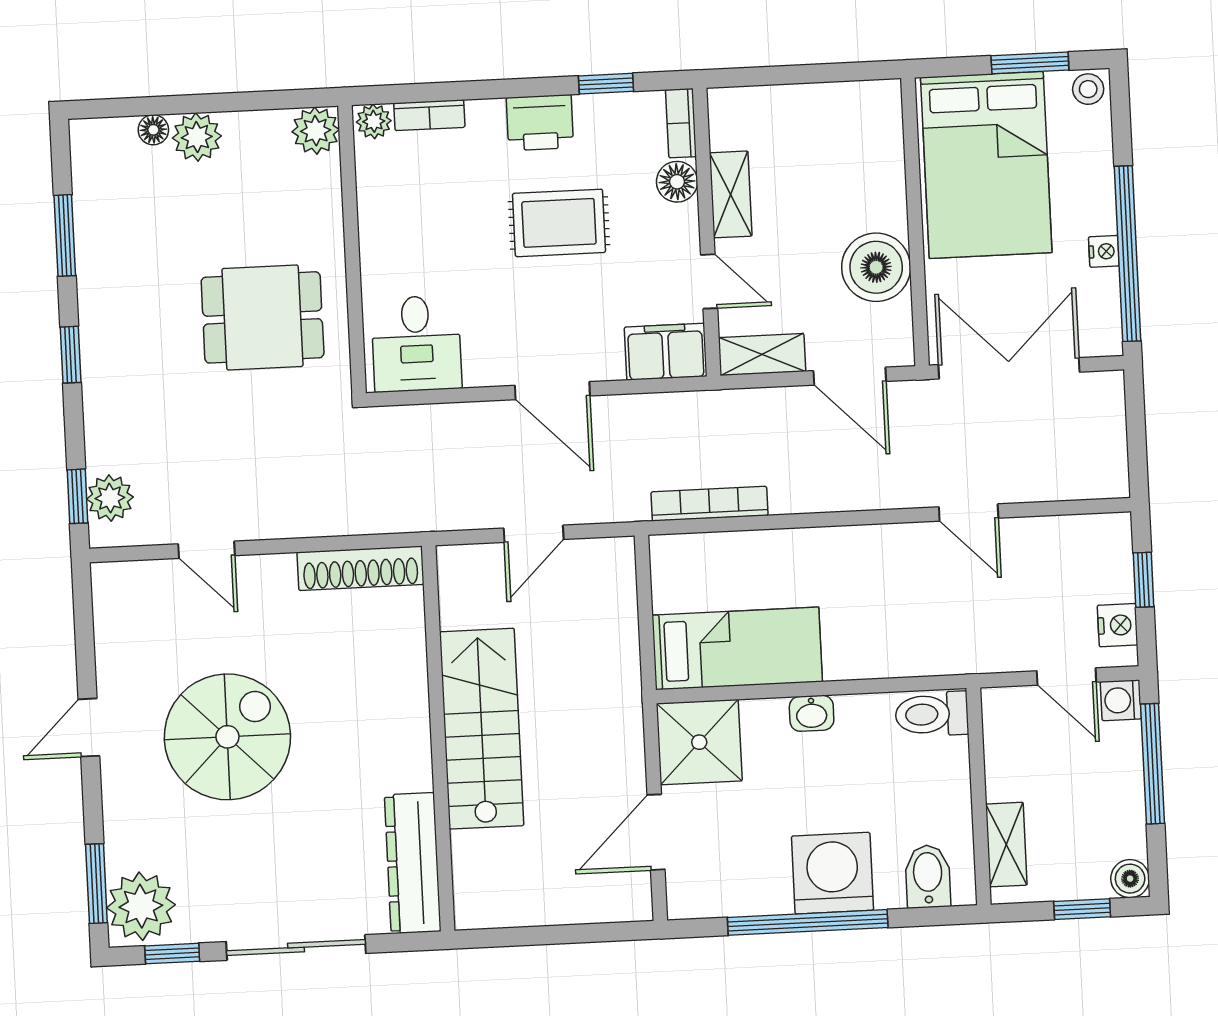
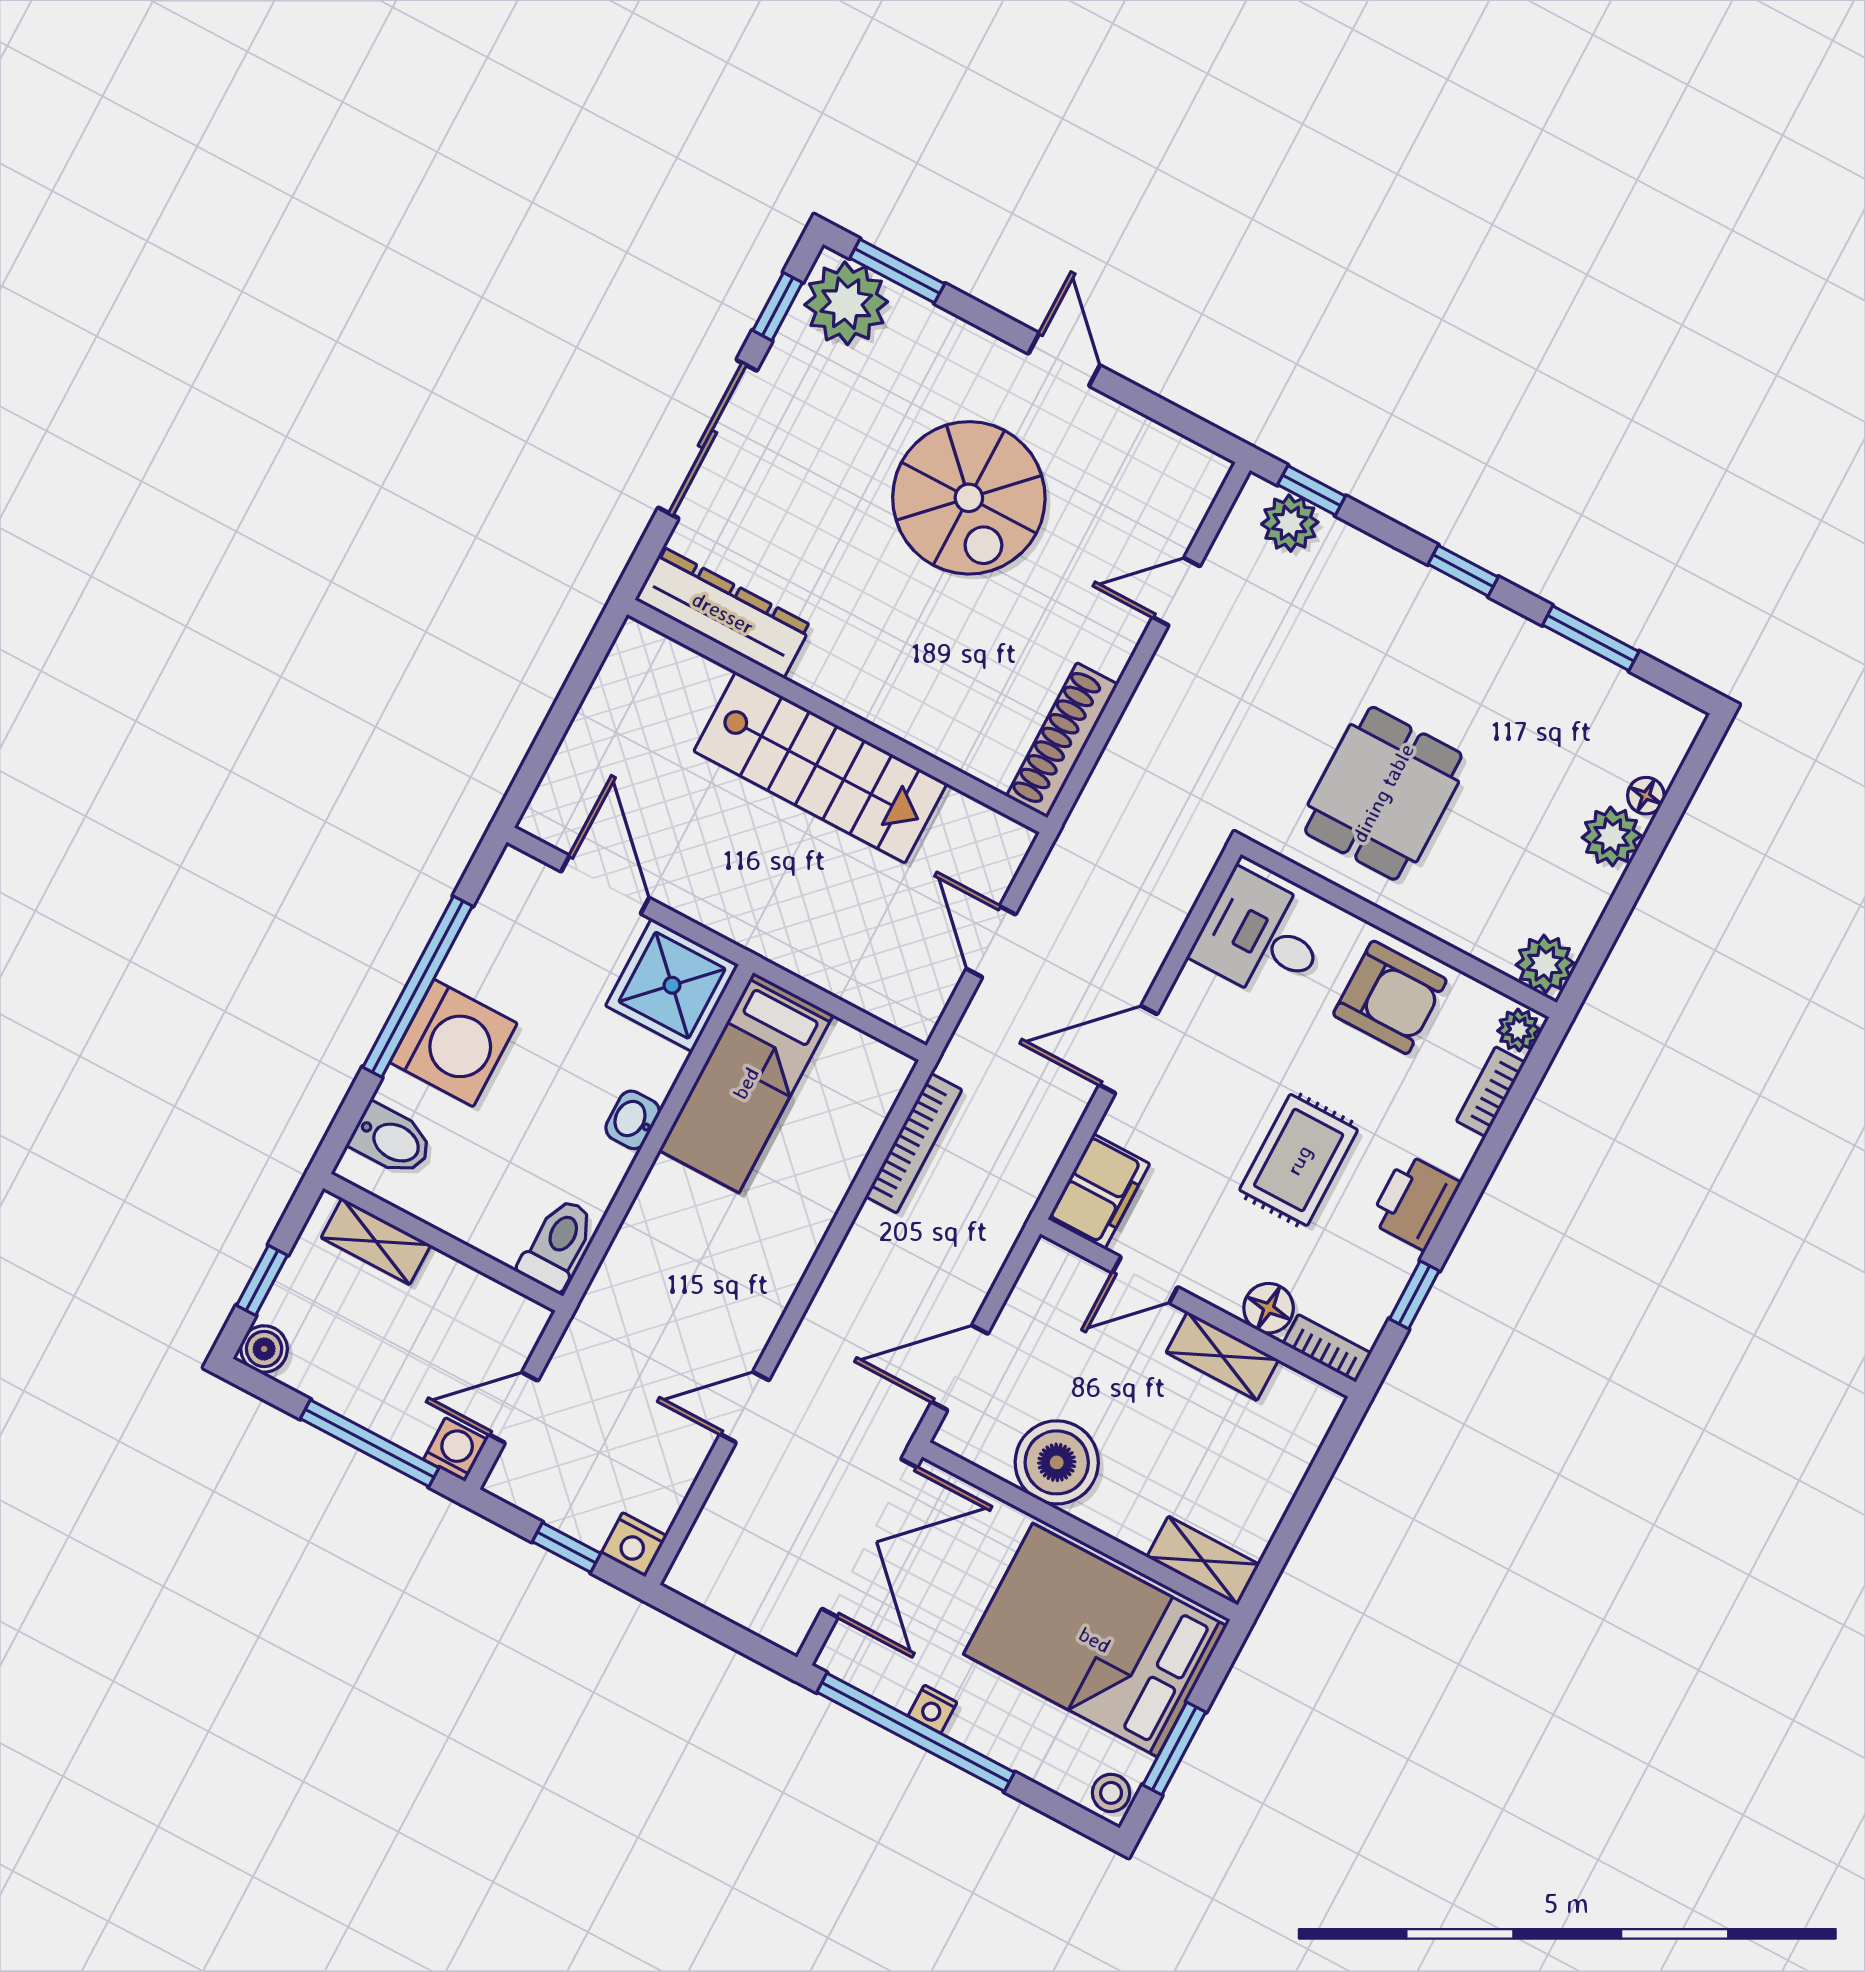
armchair: (405, 227) -> (1390, 997), added
shelving: (762, 354) -> (1203, 1561), moved, turned 90
nightstand: (1118, 625) -> (634, 1545), moved

